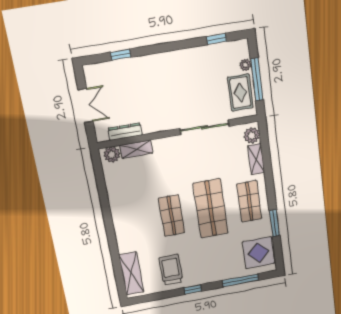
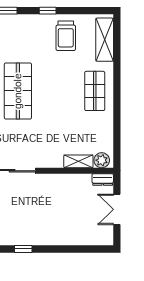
window: (121, 55) -> (23, 249), moved
dresser: (125, 132) -> (103, 179), moved, width x0.70
shop shelf: (172, 216) -> (95, 91), moved

